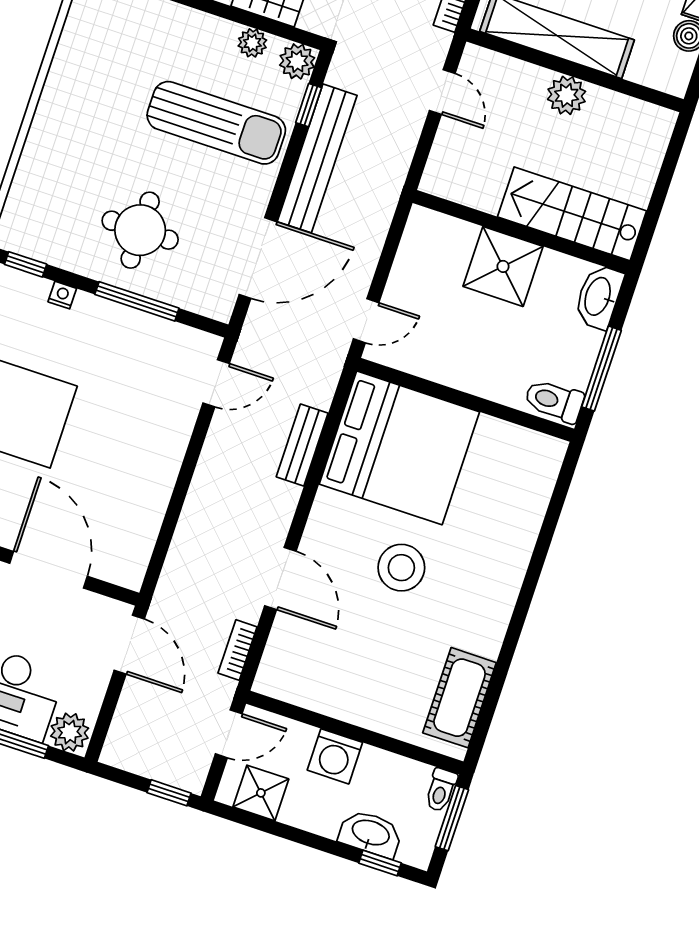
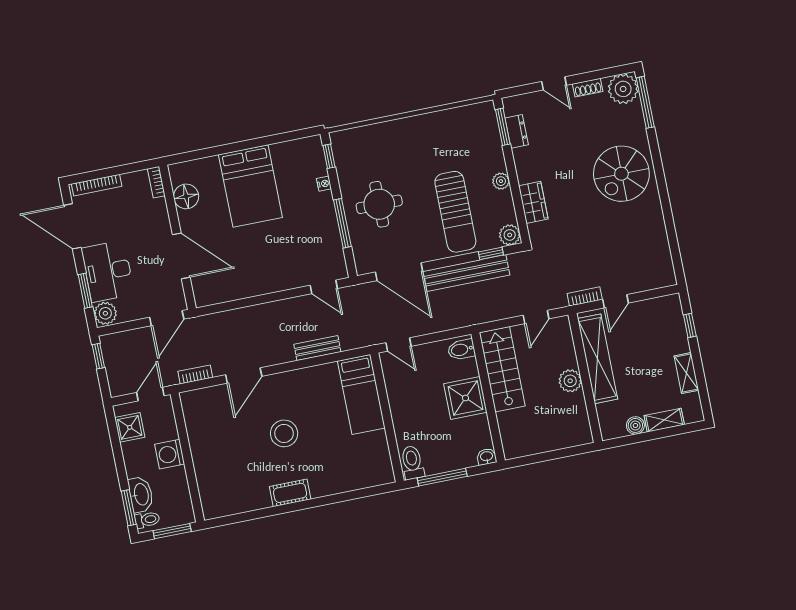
plant: (252, 43) -> (501, 181), moved
stairs: (572, 214) -> (502, 369), moved
bidet: (427, 231) -> (461, 350), added
washbasin: (599, 297) -> (487, 457), width x0.52, depth x0.69
bed: (399, 448) -> (361, 394), width x0.49
door: (48, 570) -> (181, 256), hinge flipped
cot: (460, 698) -> (290, 493), moved, width x0.73, depth x0.75
door: (229, 734) -> (150, 394), swing flipped
toilet: (441, 790) -> (147, 520), moved, turned 180
window: (169, 793) -> (98, 356), moved
window: (380, 863) -> (129, 508), width x1.50

